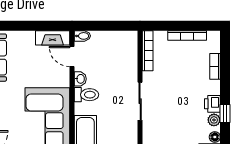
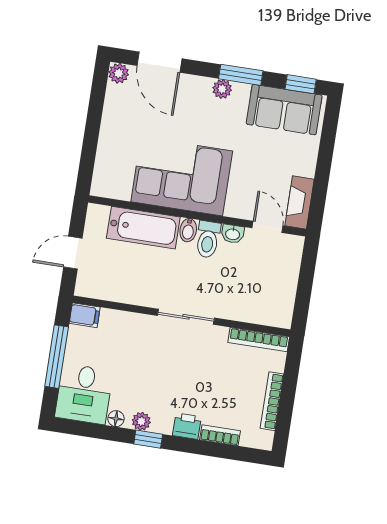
bidet: (82, 36) -> (188, 230), moved
door: (72, 56) -> (268, 227), hinge flipped
printer: (212, 104) -> (187, 426), moved

